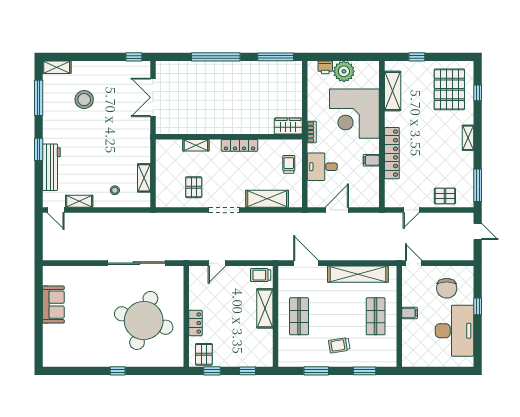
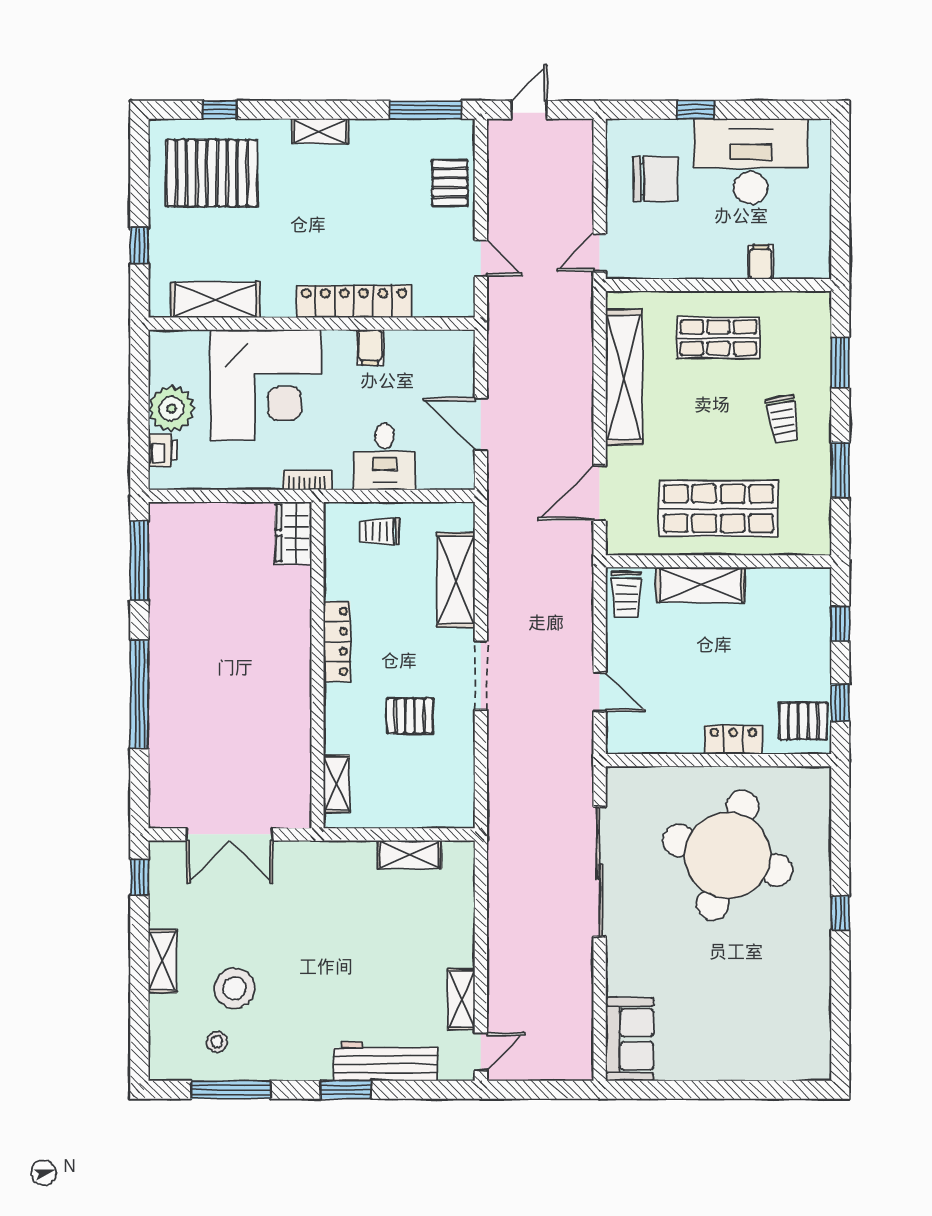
shelving: (57, 67) -> (162, 961), moved
shelving: (196, 145) -> (336, 784), moved
pallet: (194, 187) -> (410, 716), moved
stool: (115, 190) -> (217, 1042), moved
sofa: (53, 305) -> (630, 1039), moved, turned 90
filing cabinet: (410, 313) -> (761, 262), moved
shop shelf: (299, 316) -> (718, 509), width x1.43, depth x1.36

